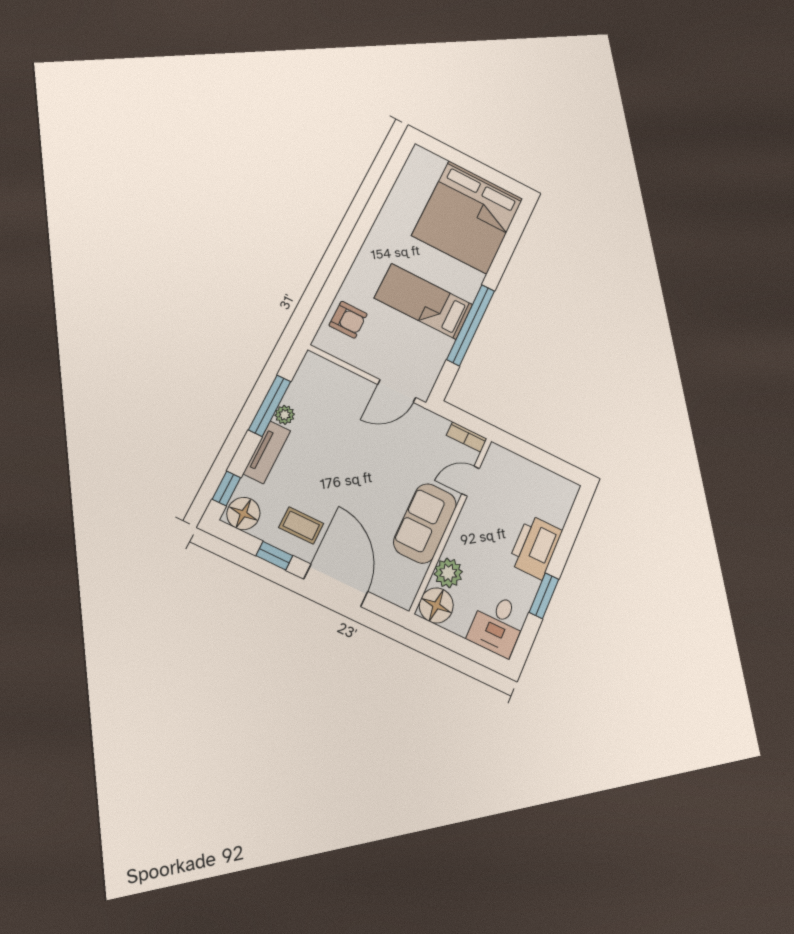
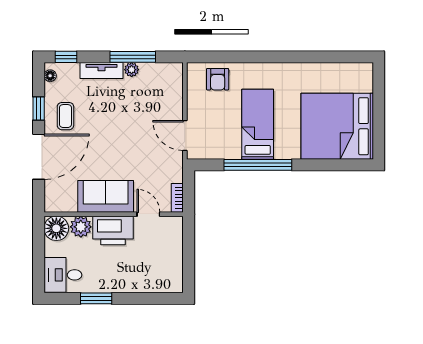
floor lamp: (243, 514) -> (50, 76), width x0.53, depth x0.53
printer: (535, 547) -> (113, 230), moved, turned 180

